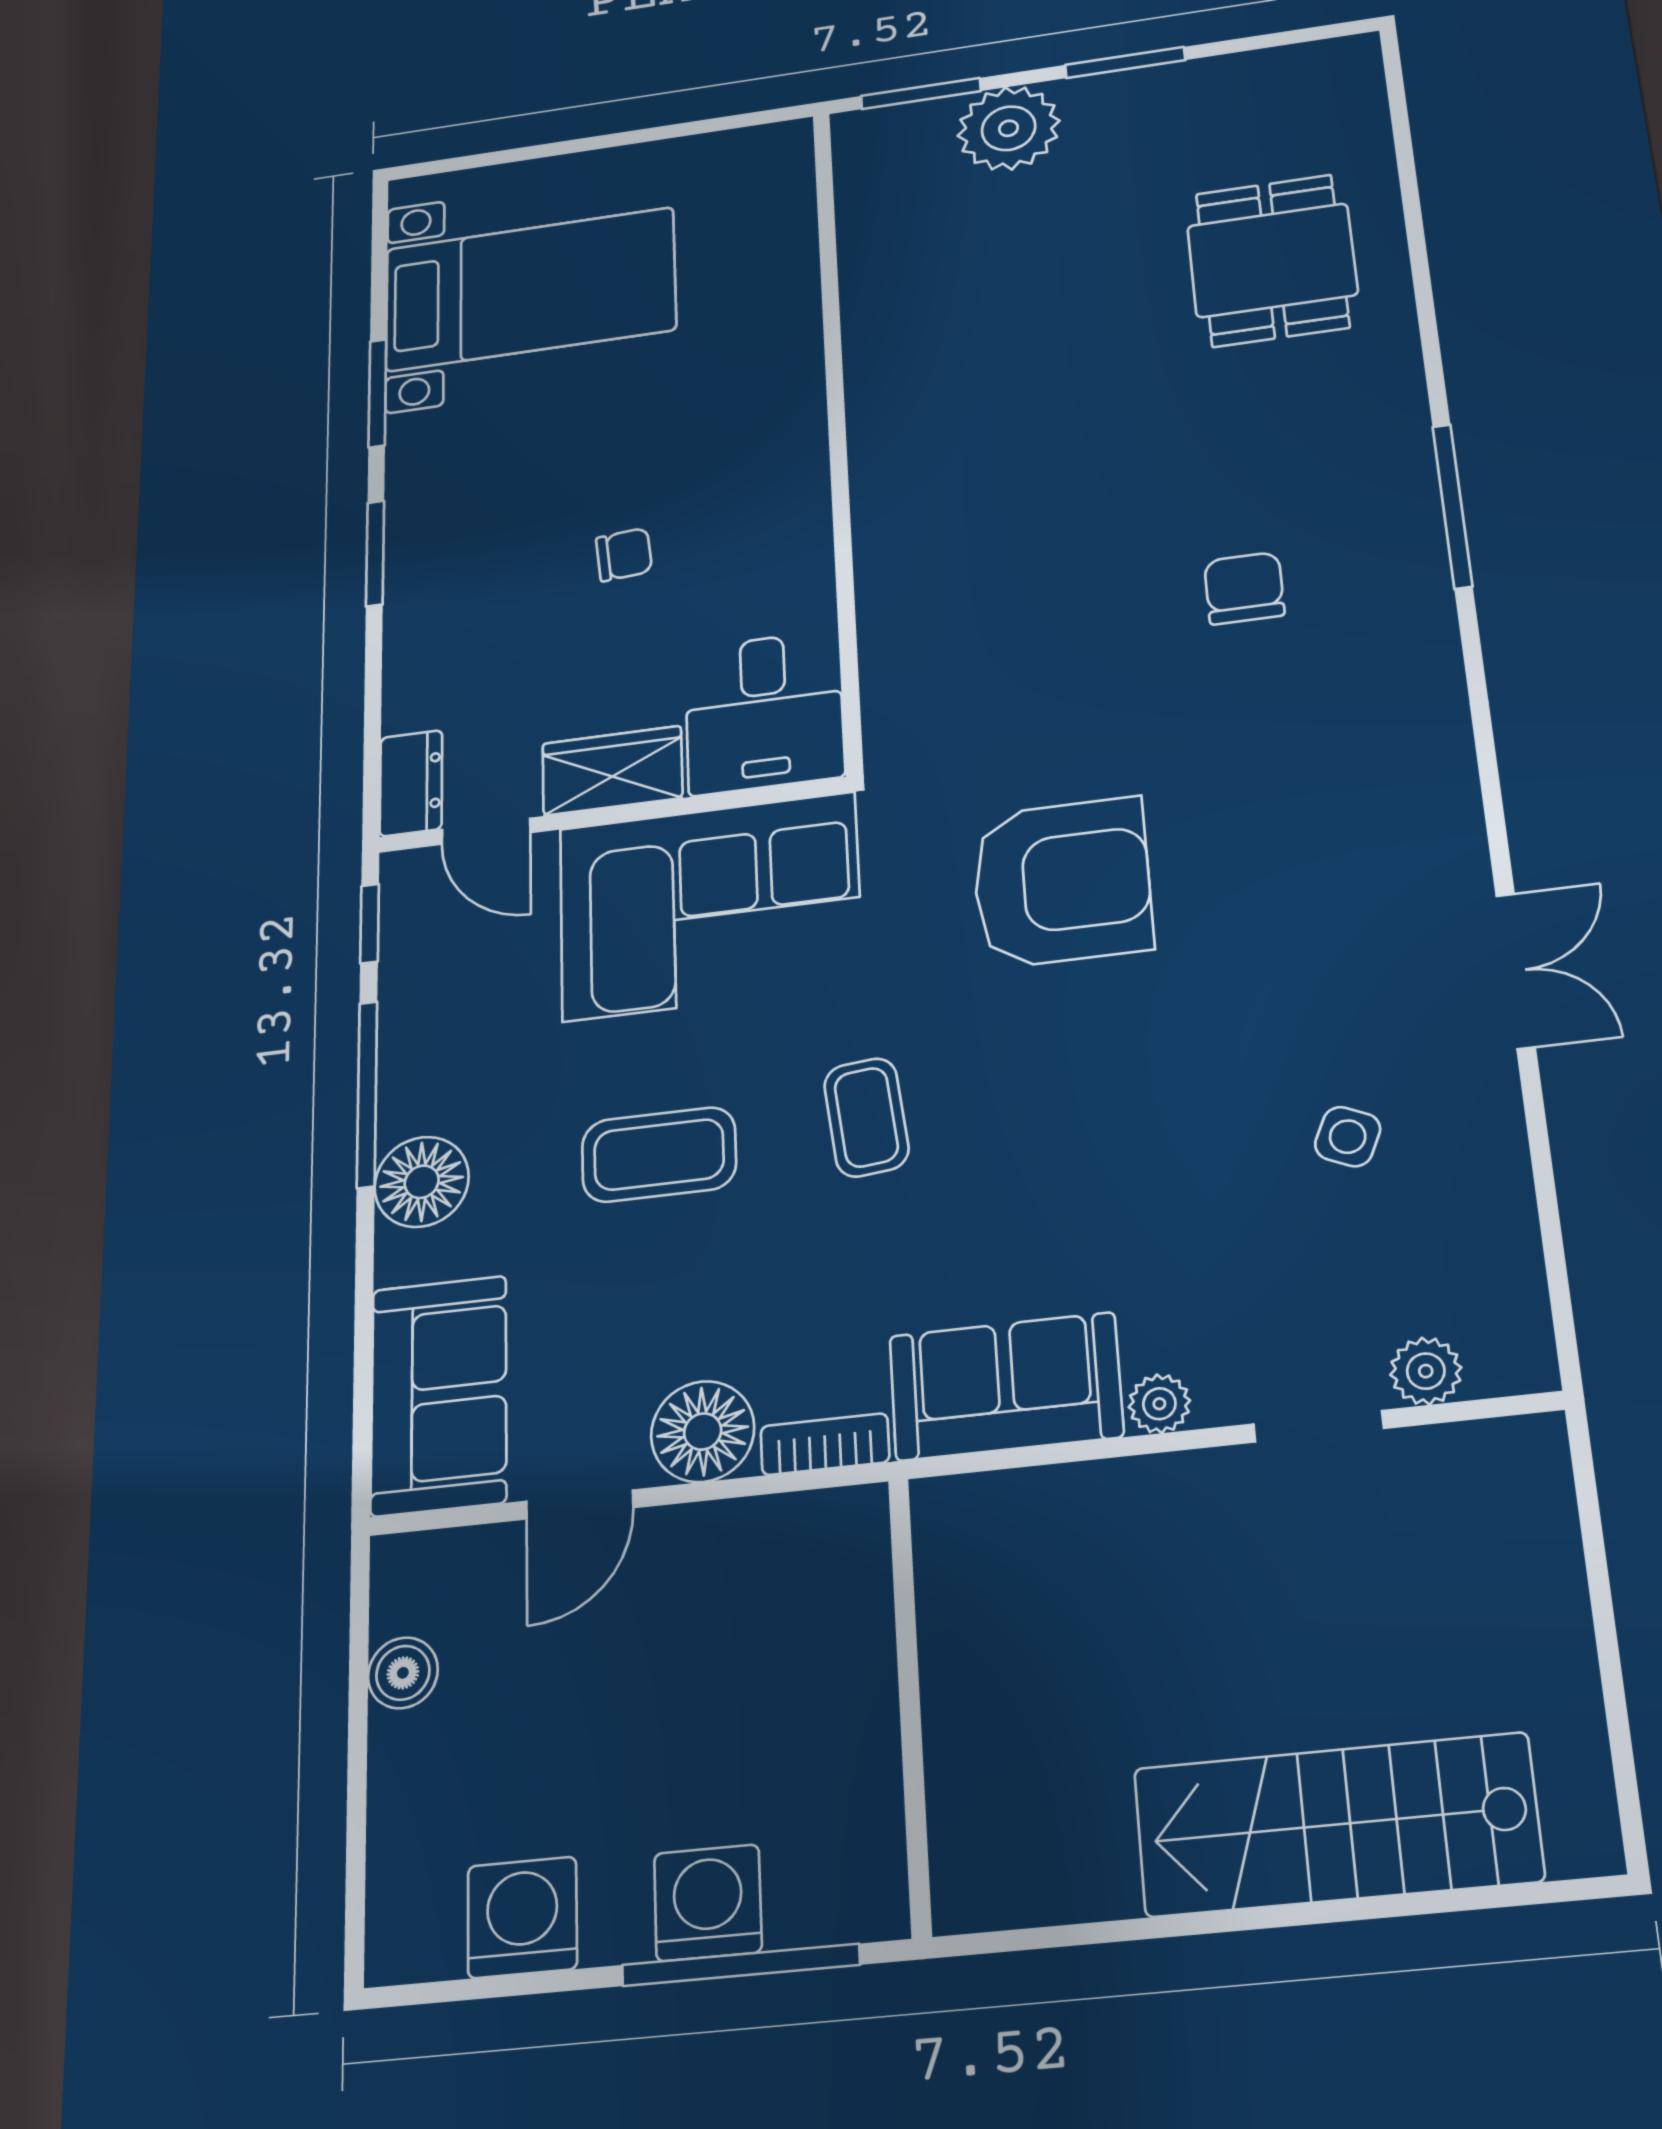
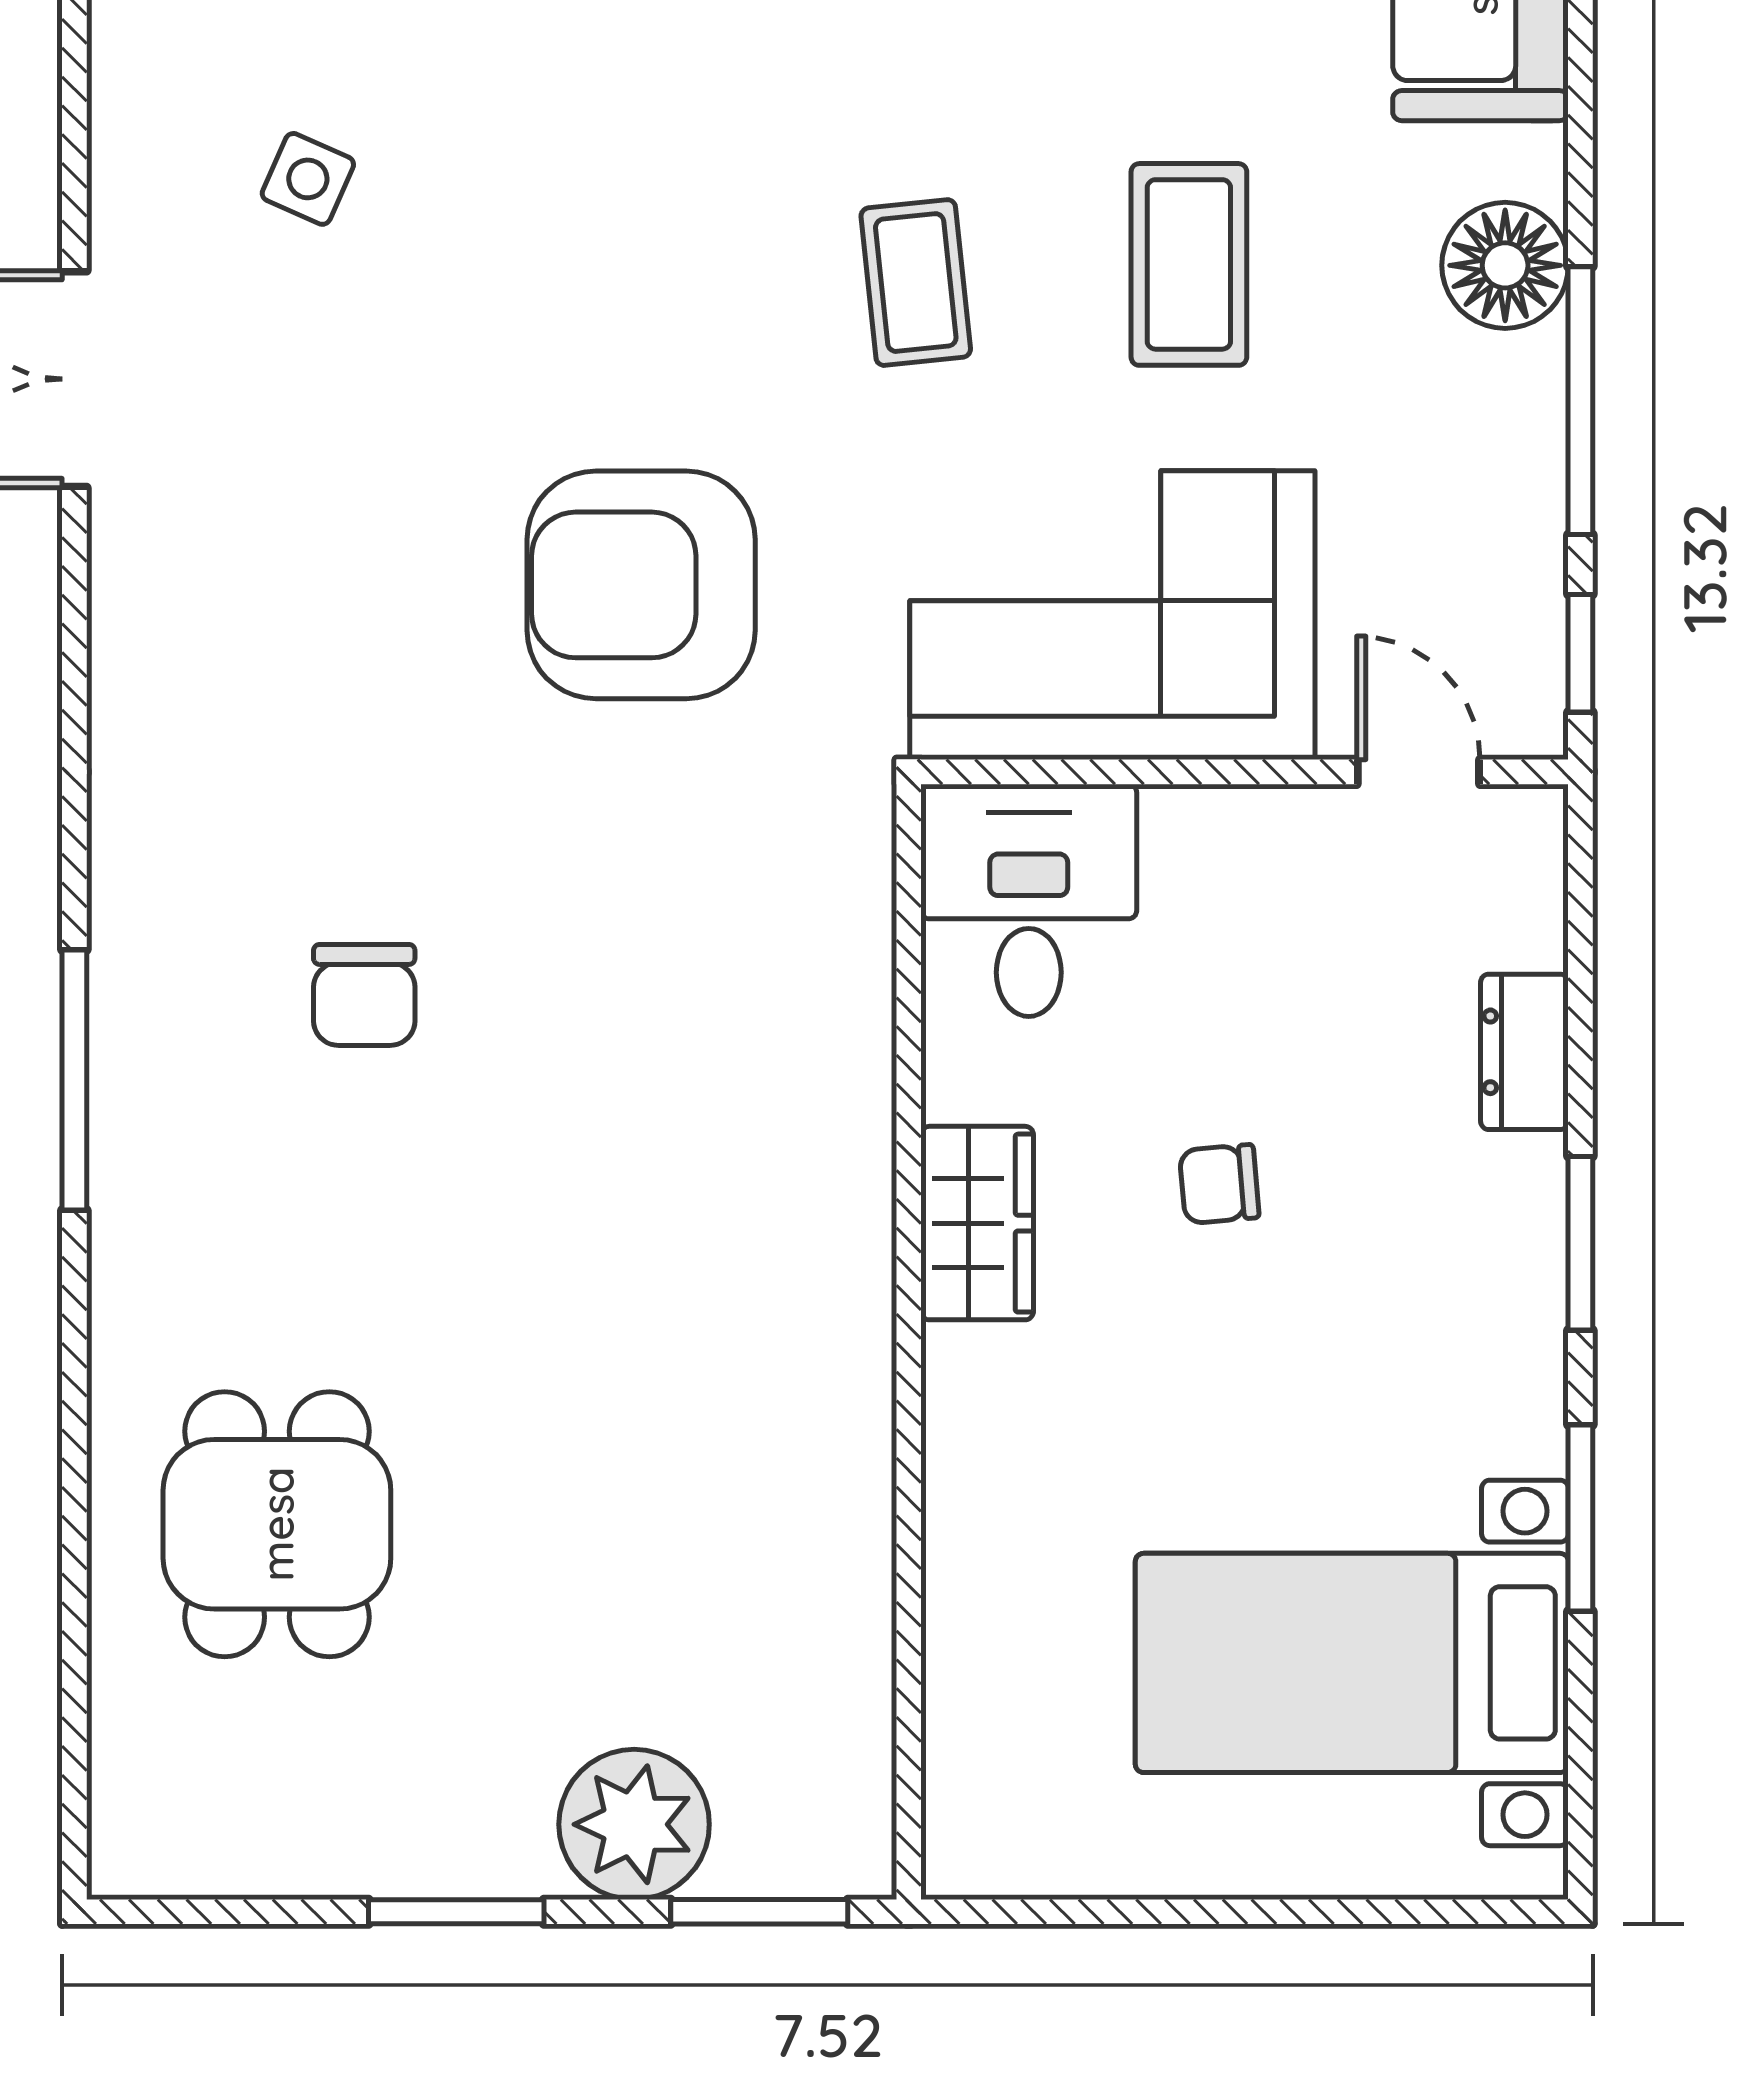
wardrobe: (612, 771) -> (977, 1223), moved, turned -90
dresser: (411, 783) -> (1524, 1052), moved
coffee table: (659, 1155) -> (1189, 264), turned 90

